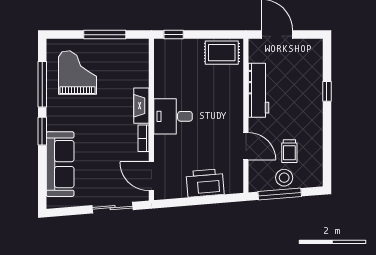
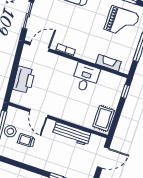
fireplace: (141, 106) -> (108, 63), moved
desk: (173, 116) -> (85, 78), moved
door: (246, 146) -> (39, 114), hinge flipped

